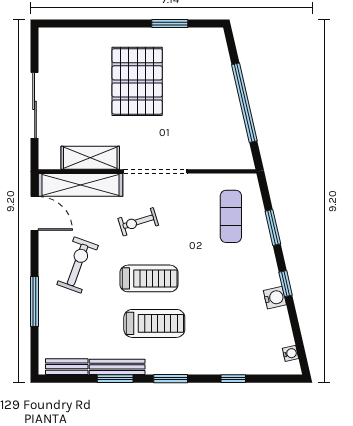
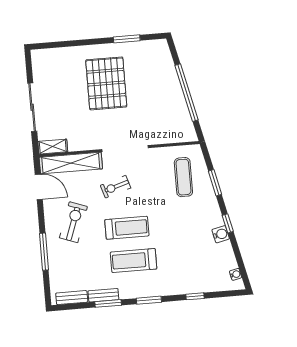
shelving: (90, 158) -> (53, 147), moved, width x0.67, depth x0.75
treadmill: (154, 323) -> (134, 261), turned 180
bench: (117, 367) -> (103, 295), width x0.73

